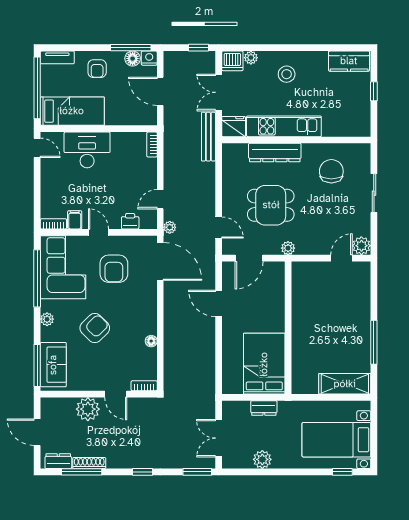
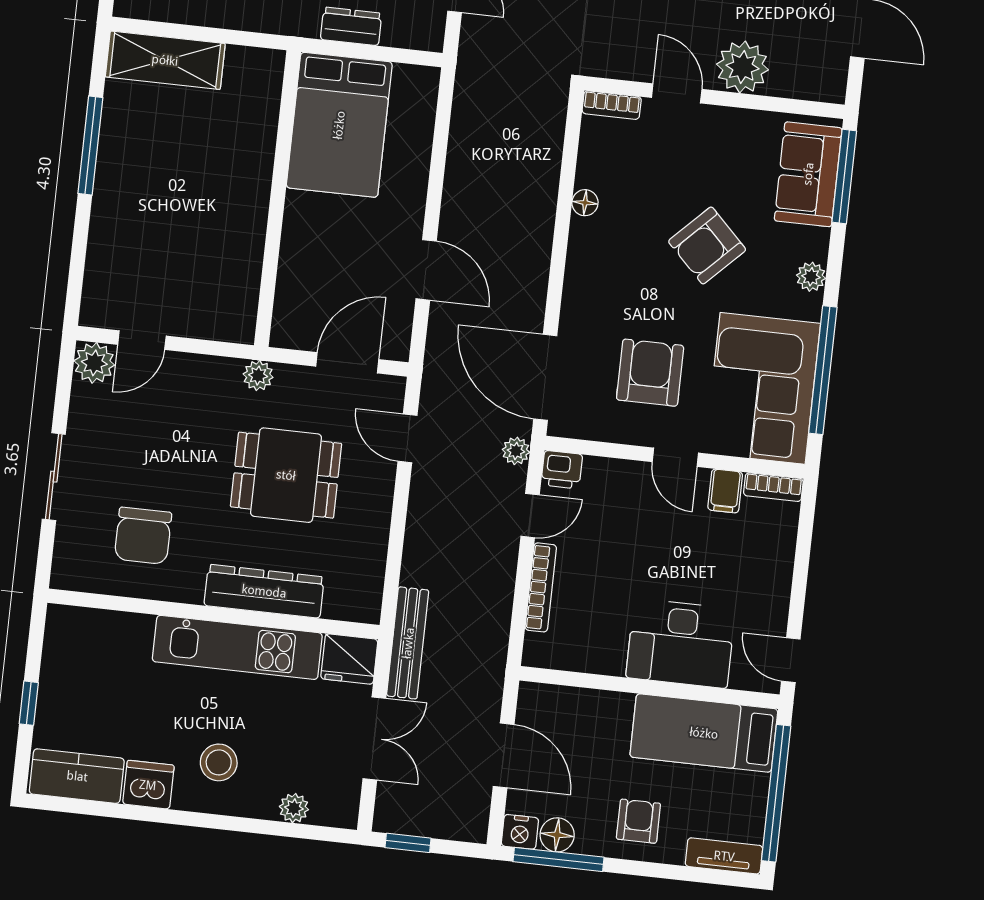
dishwasher: (232, 61) -> (148, 785), moved
bookcase: (152, 144) -> (541, 587), moved, width x1.56
printer: (130, 221) -> (562, 470), moved

